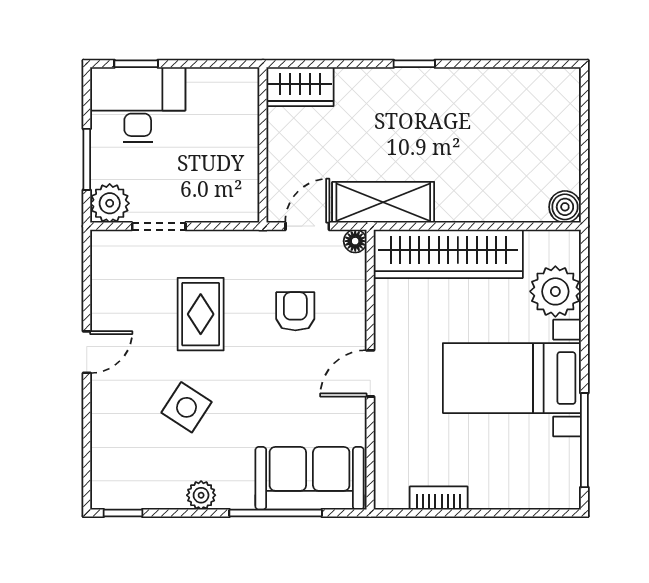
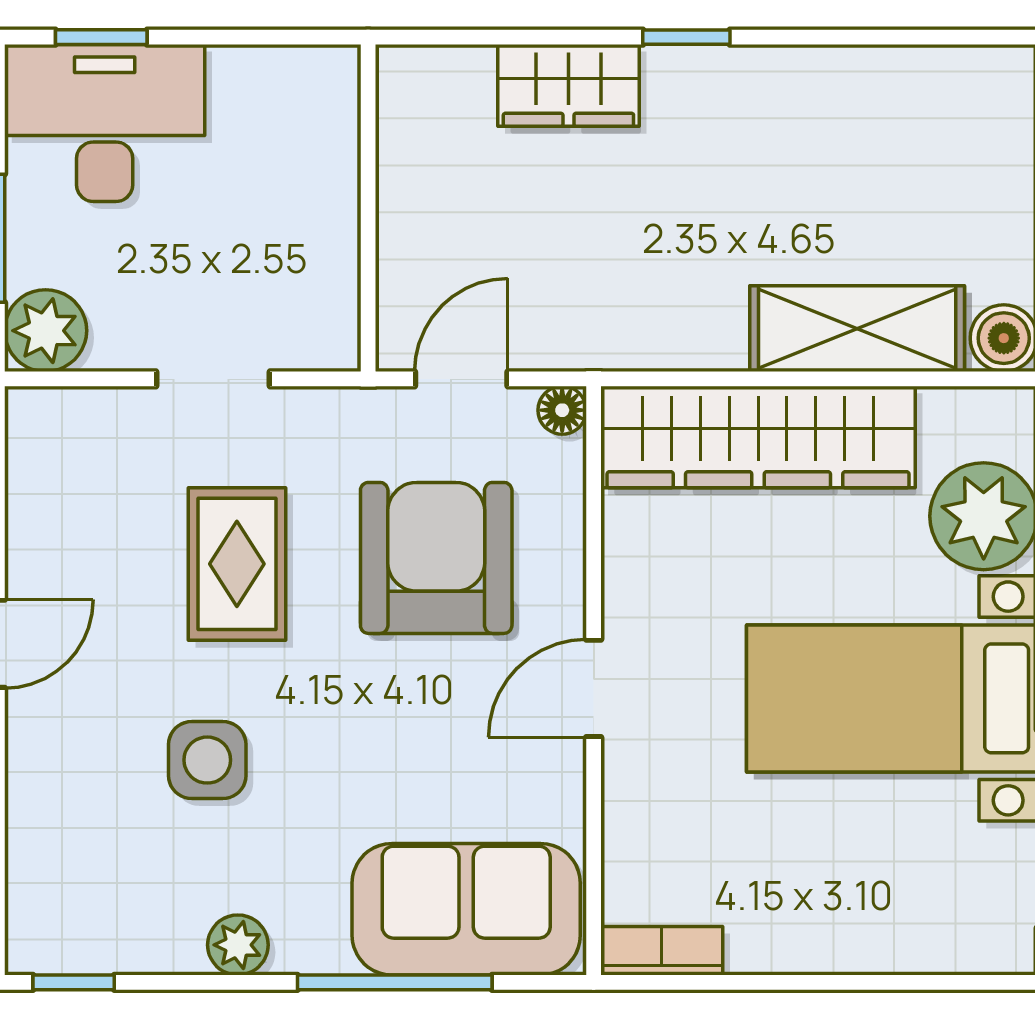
wardrobe: (300, 87) -> (568, 85), moved
shelving: (383, 202) -> (857, 329), moved
doorway: (159, 226) -> (213, 379), moved
armchair: (295, 311) -> (436, 558), width x1.88, depth x1.88
side table: (187, 407) -> (207, 760), turned -33
bookcase: (439, 498) -> (662, 951), moved

